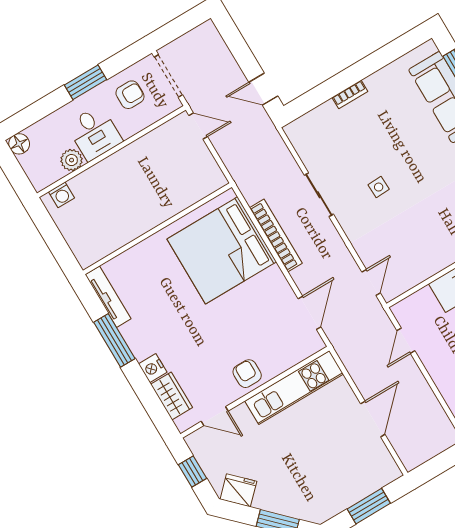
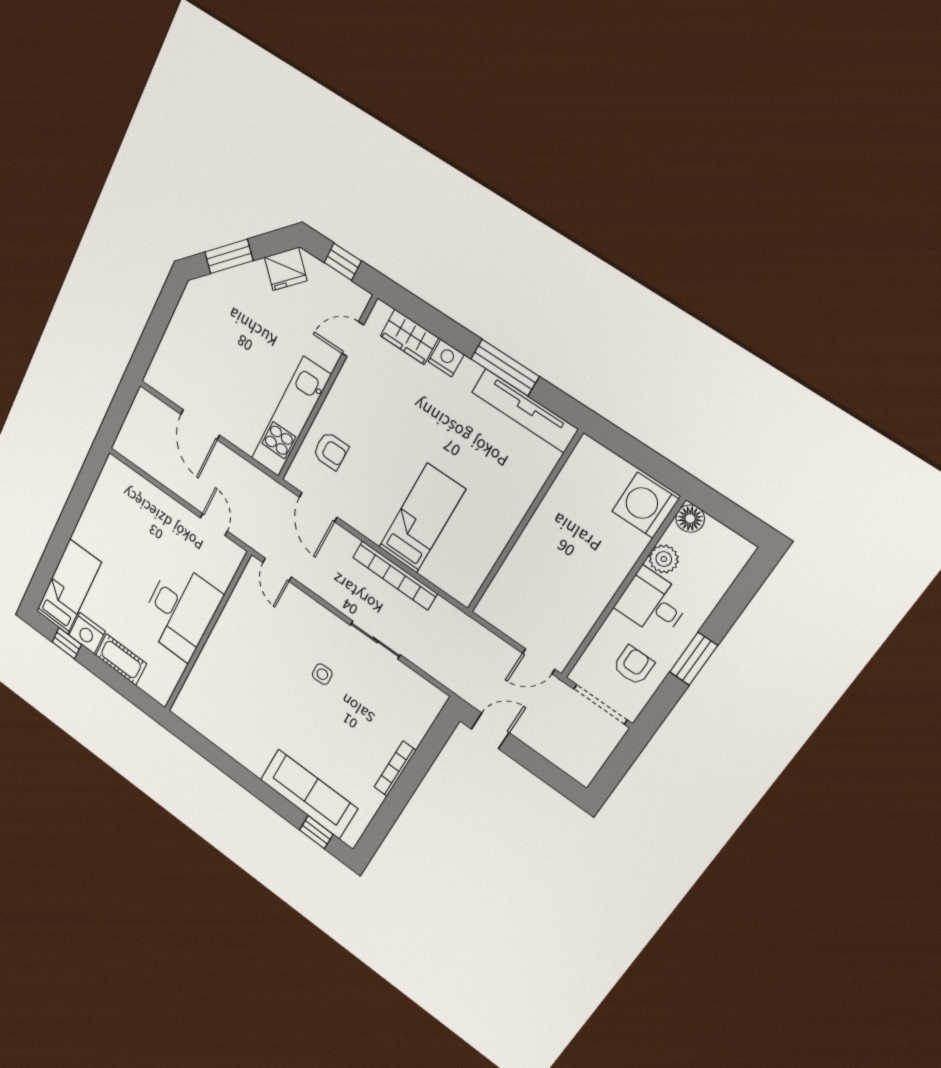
bookcase: (350, 94) -> (395, 769), width x1.56
armchair: (130, 95) -> (634, 665), turned 180
floor lamp: (19, 144) -> (690, 519), moved
washing machine: (62, 195) -> (645, 505), width x1.89, depth x1.89
bed: (222, 250) -> (422, 518), width x0.49
tv unit: (108, 297) -> (525, 411), width x1.36, depth x1.29
armchair: (247, 374) -> (331, 451), moved
window: (369, 506) -> (155, 329), removed

